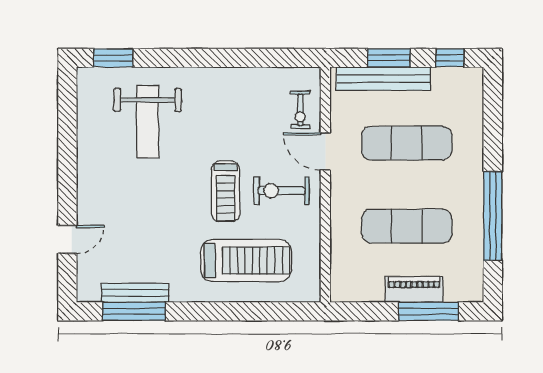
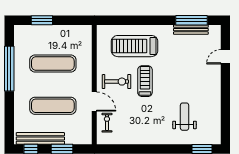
bench: (383, 79) -> (40, 138), moved
weight bench: (148, 122) -> (185, 117), width x0.73, depth x0.75
piano: (414, 289) -> (49, 31), removed
window: (429, 311) -> (42, 20), width x0.69

